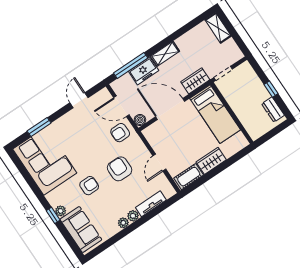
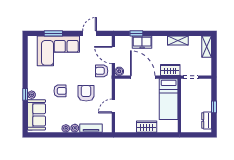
shelving: (165, 54) -> (178, 40), moved
window: (131, 66) -> (136, 33), width x0.46
corner sofa: (45, 161) -> (58, 51), moved, turned 90
cot: (189, 177) -> (126, 127), removed

